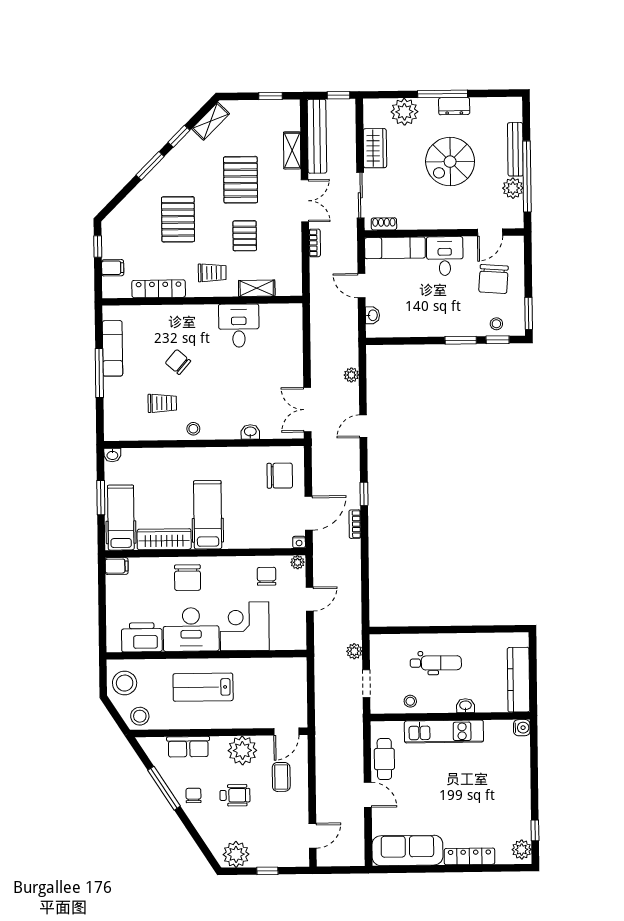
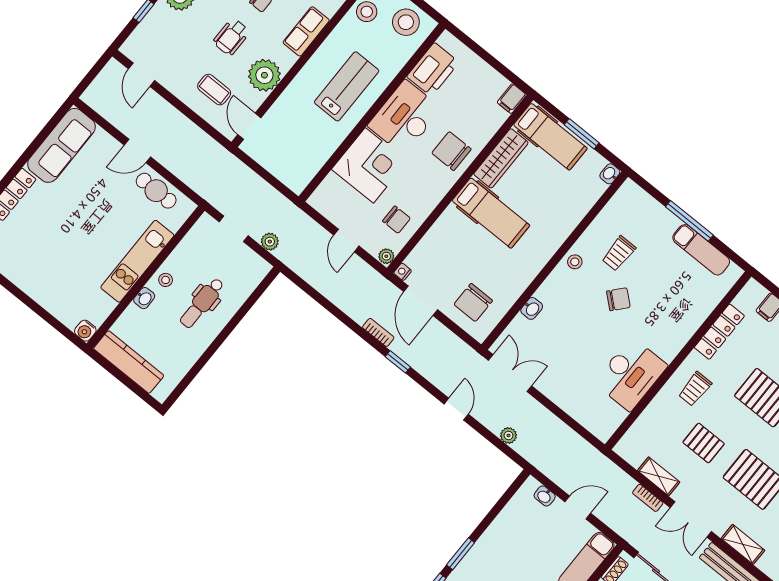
shelving: (257, 288) -> (659, 476), moved, turned 90
desk: (239, 326) -> (631, 374), width x1.37
chair: (178, 362) -> (618, 299), moved
stool: (410, 701) -> (166, 280), moved

